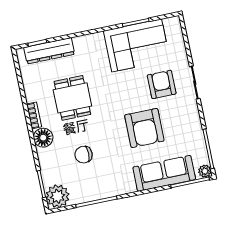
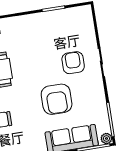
corner sofa: (137, 45) -> (53, 28), removed

